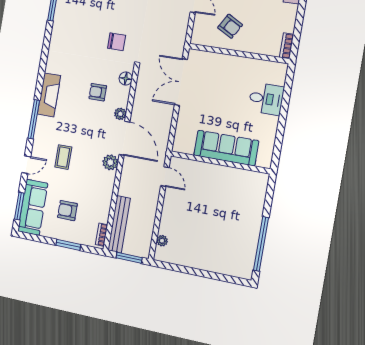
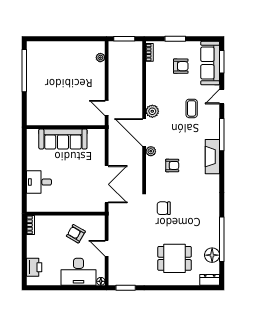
floor lamp: (126, 79) -> (151, 180), removed
bench: (119, 224) -> (137, 64), removed

